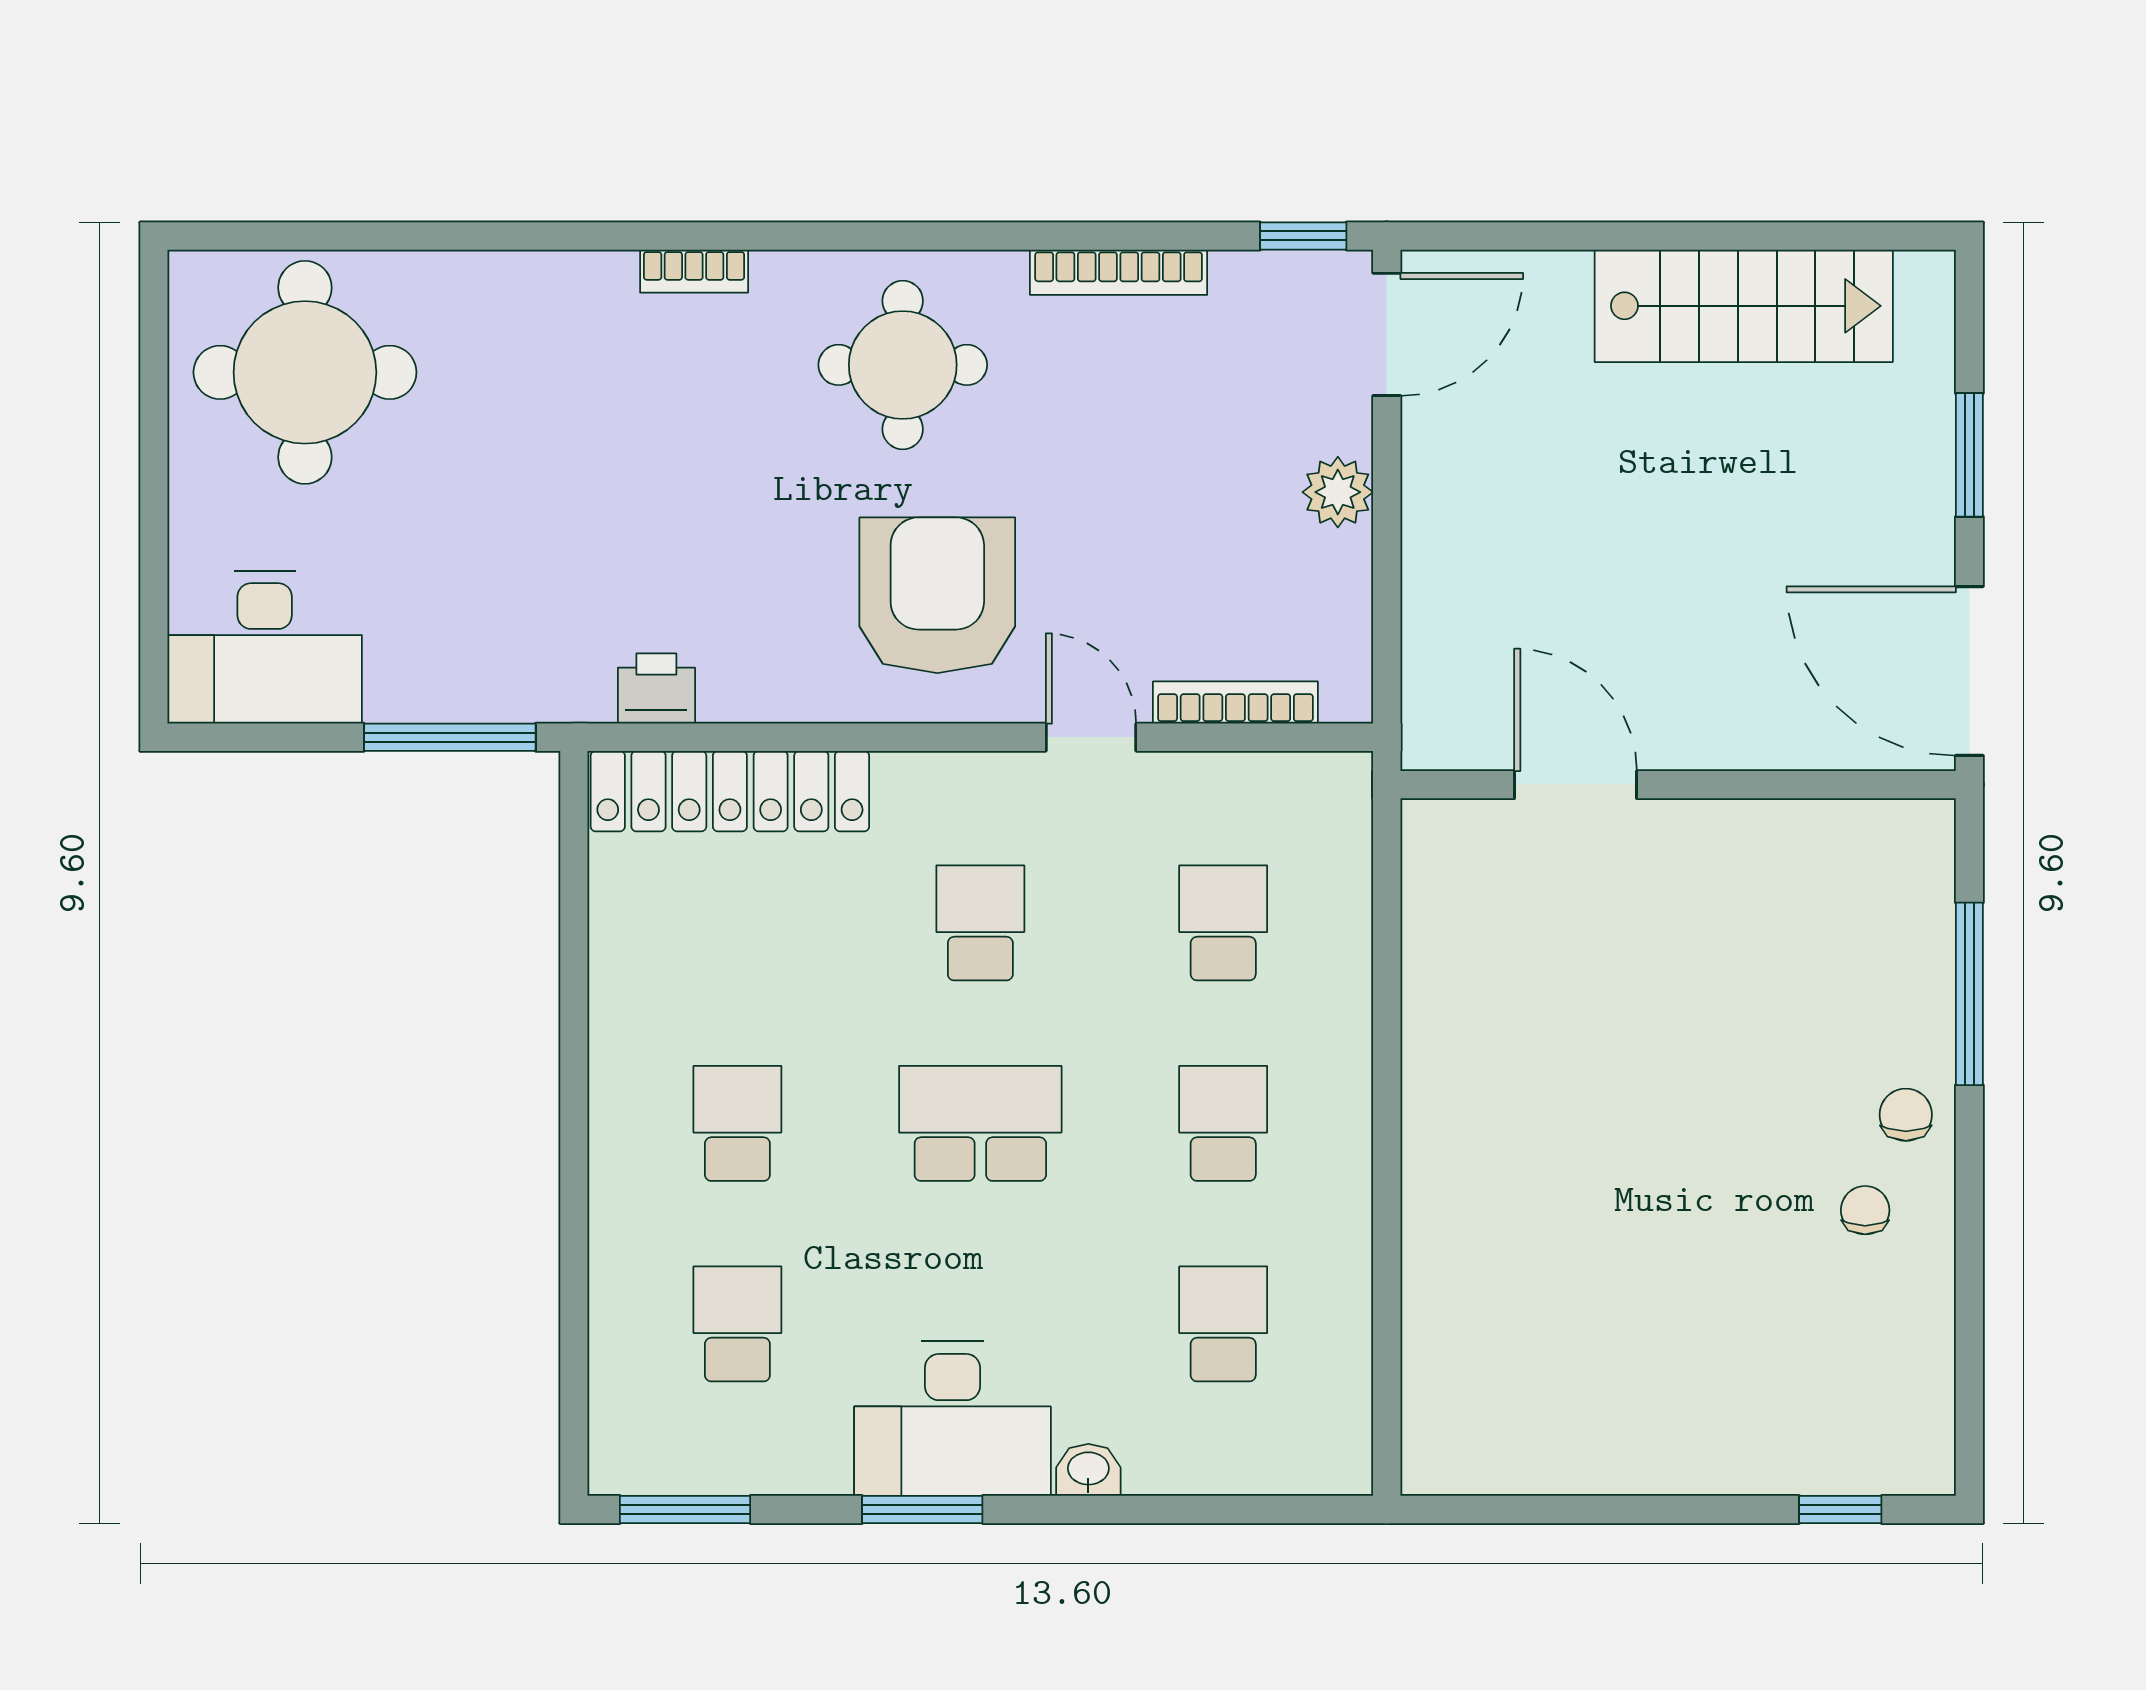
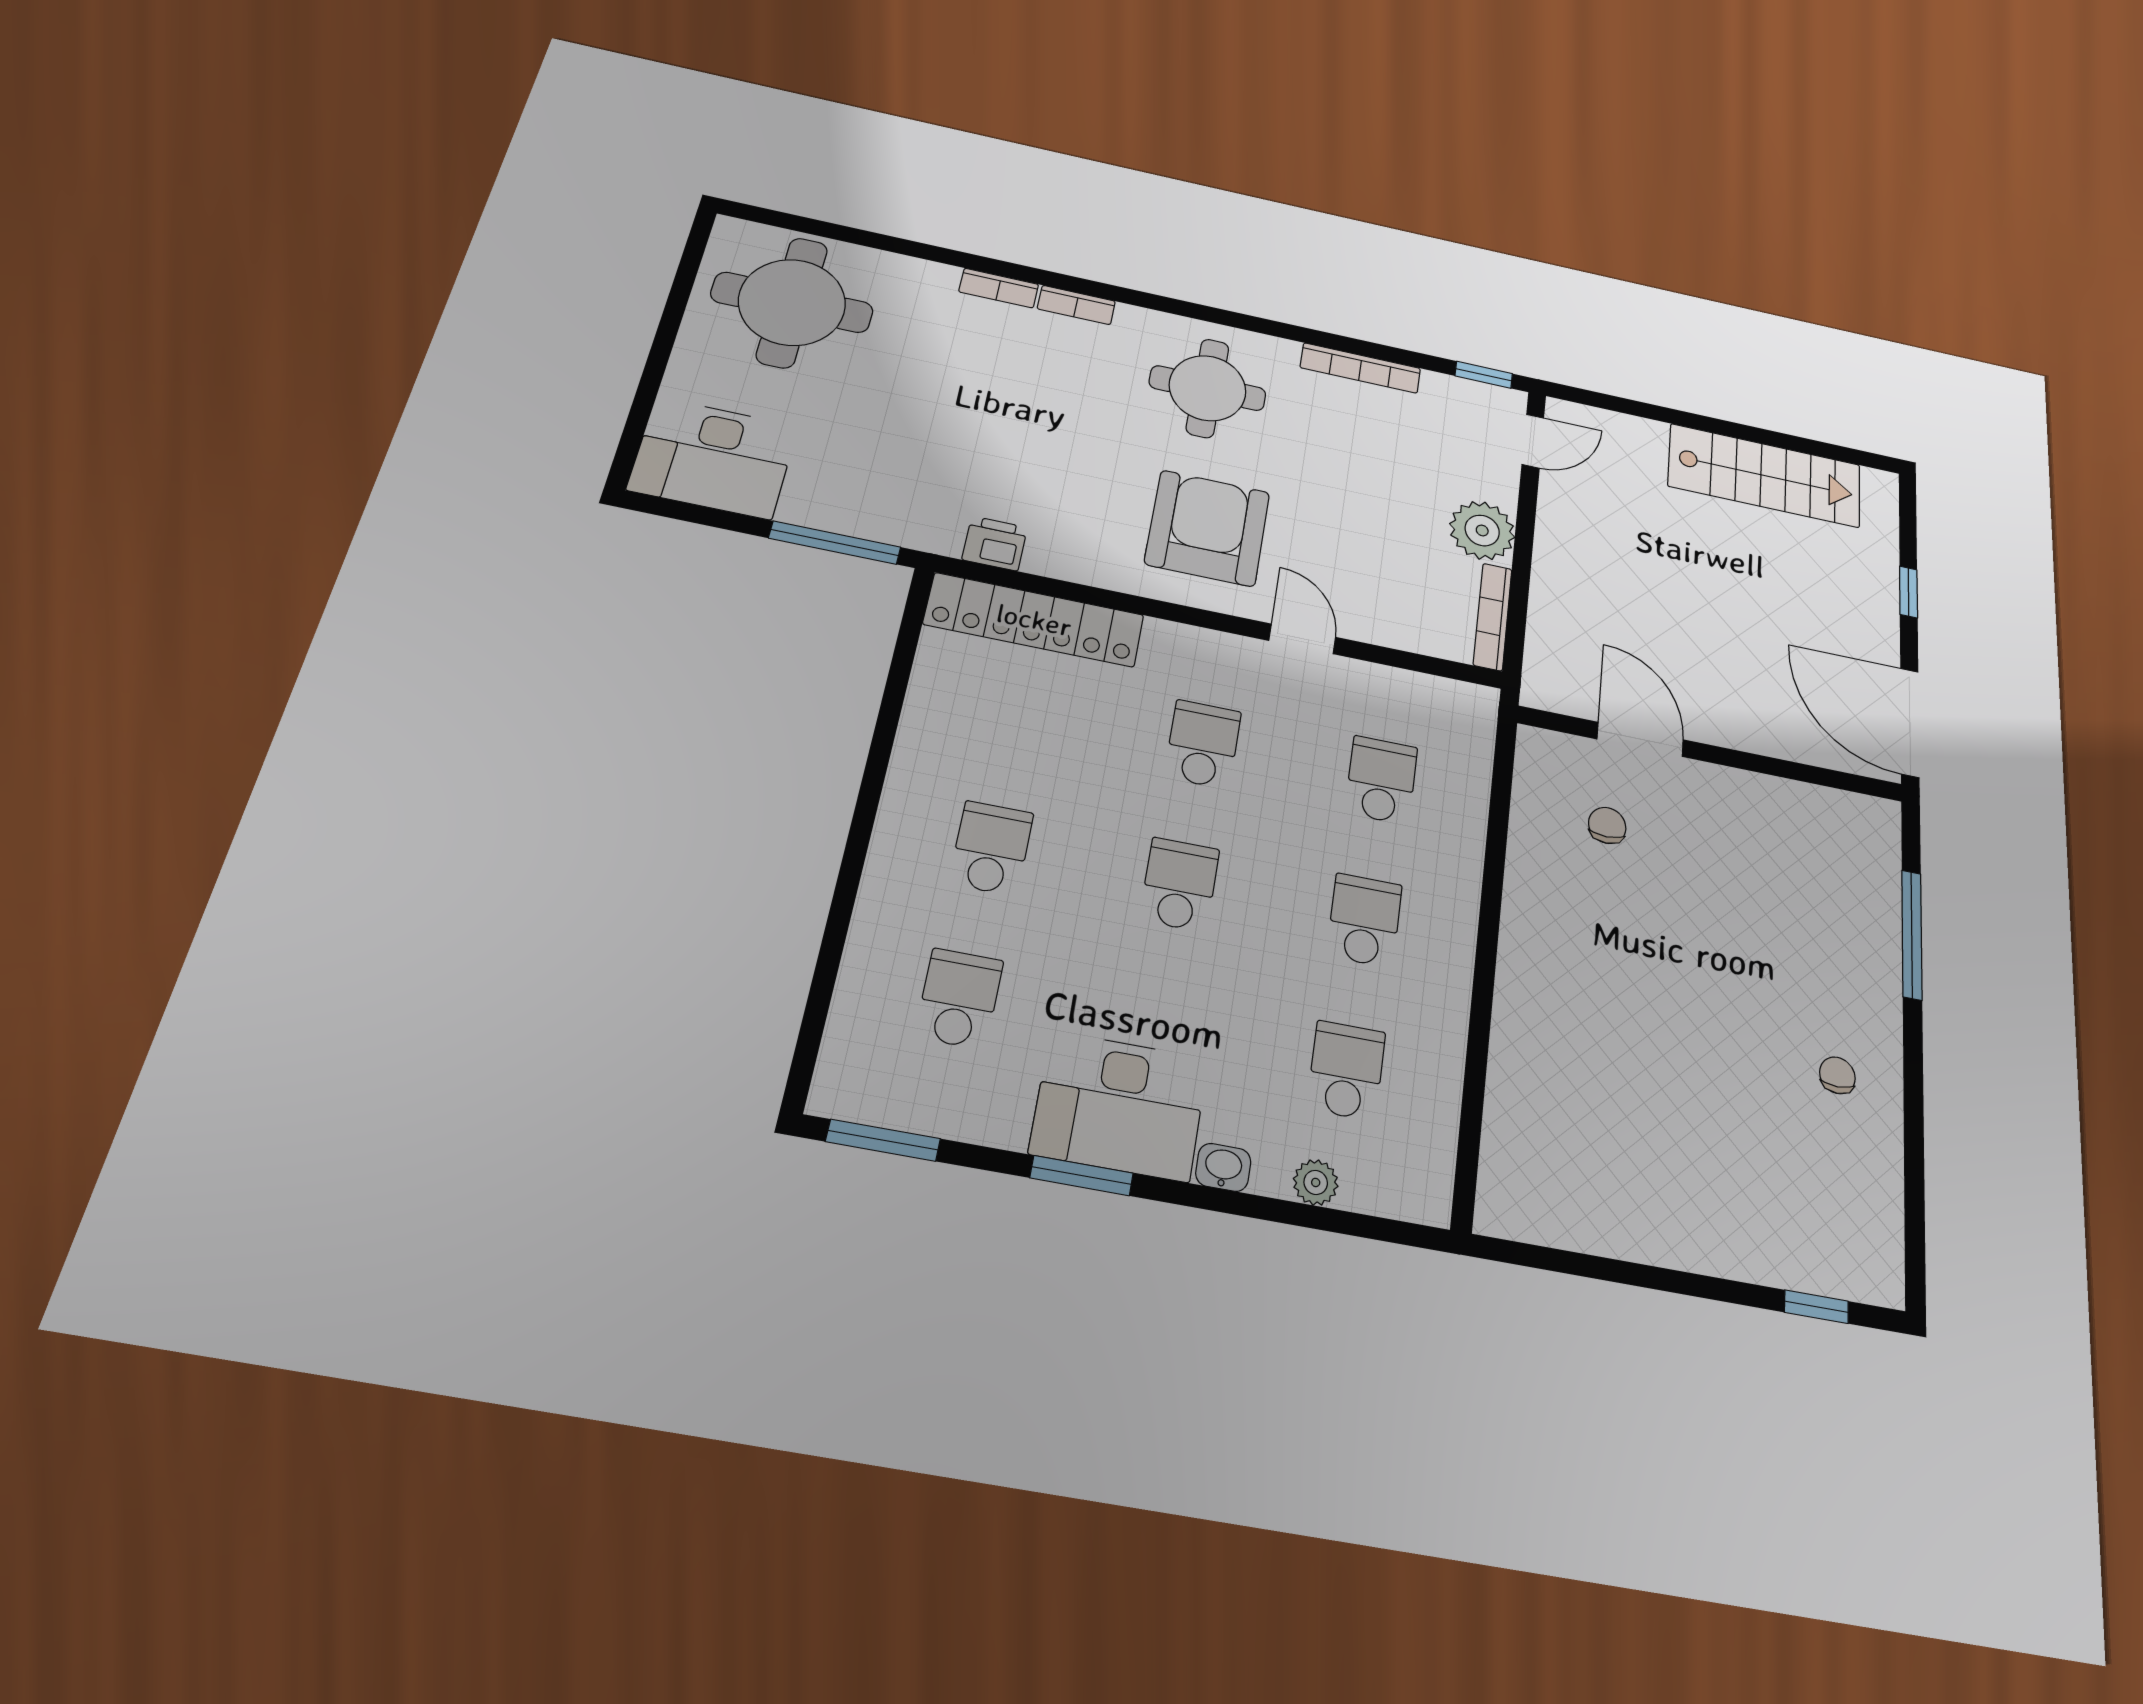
bookcase: (580, 271) -> (999, 288), added
door: (1387, 334) -> (1533, 441), width x0.73
window: (1969, 455) -> (1909, 592), width x0.67
plant: (1338, 492) -> (1482, 530), width x1.36, depth x1.36
bookcase: (1235, 703) -> (1493, 617), moved, turned -90
chair: (1906, 1115) -> (1607, 825), moved
school desk: (980, 1123) -> (1179, 885), width x0.54
plant: (1202, 1468) -> (1316, 1182), added

